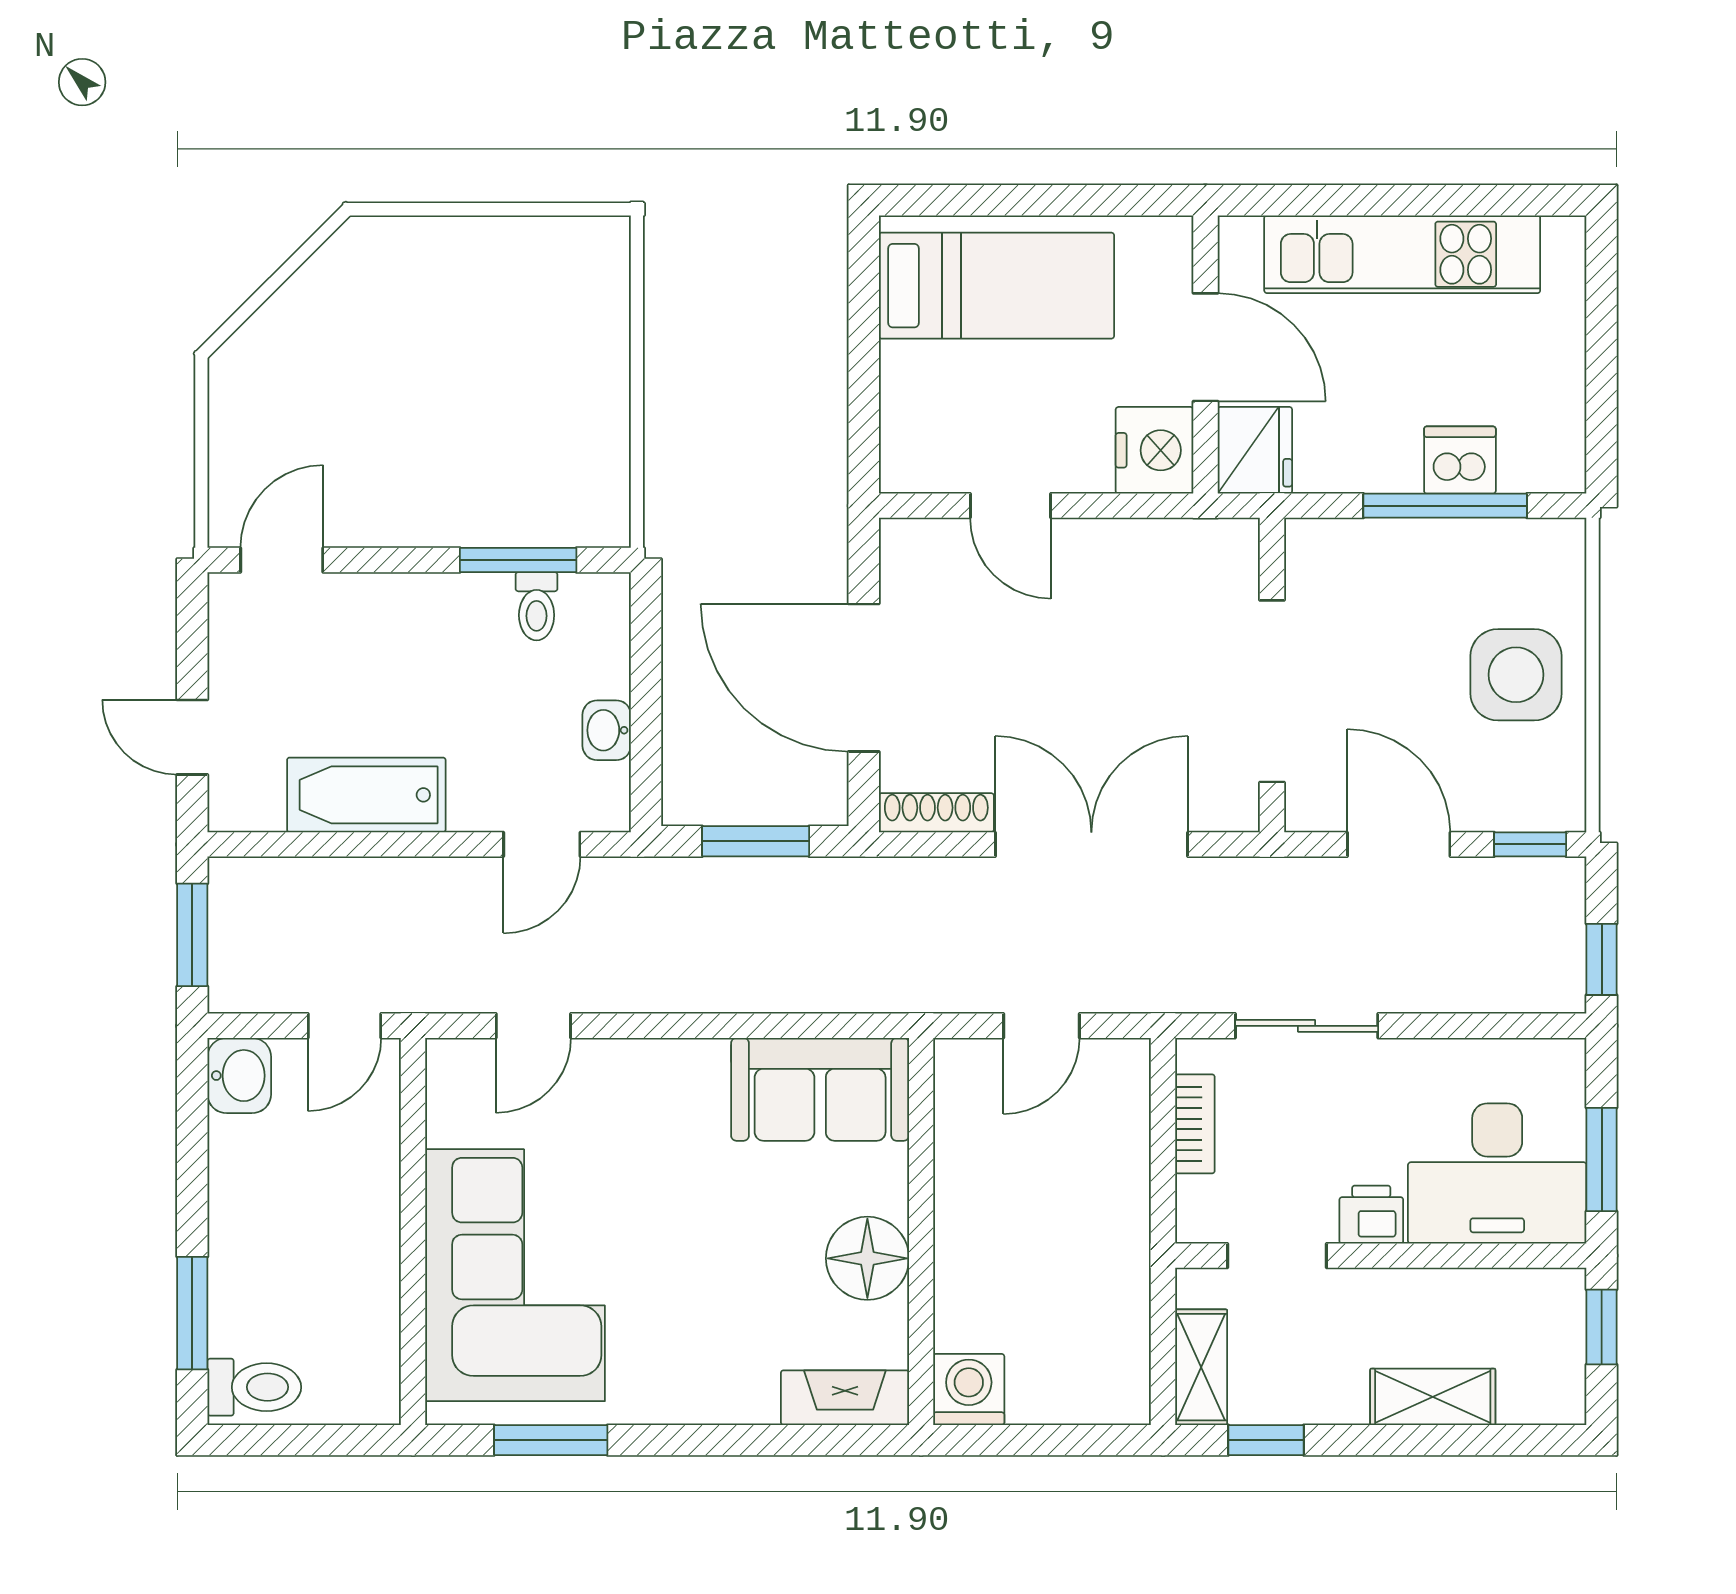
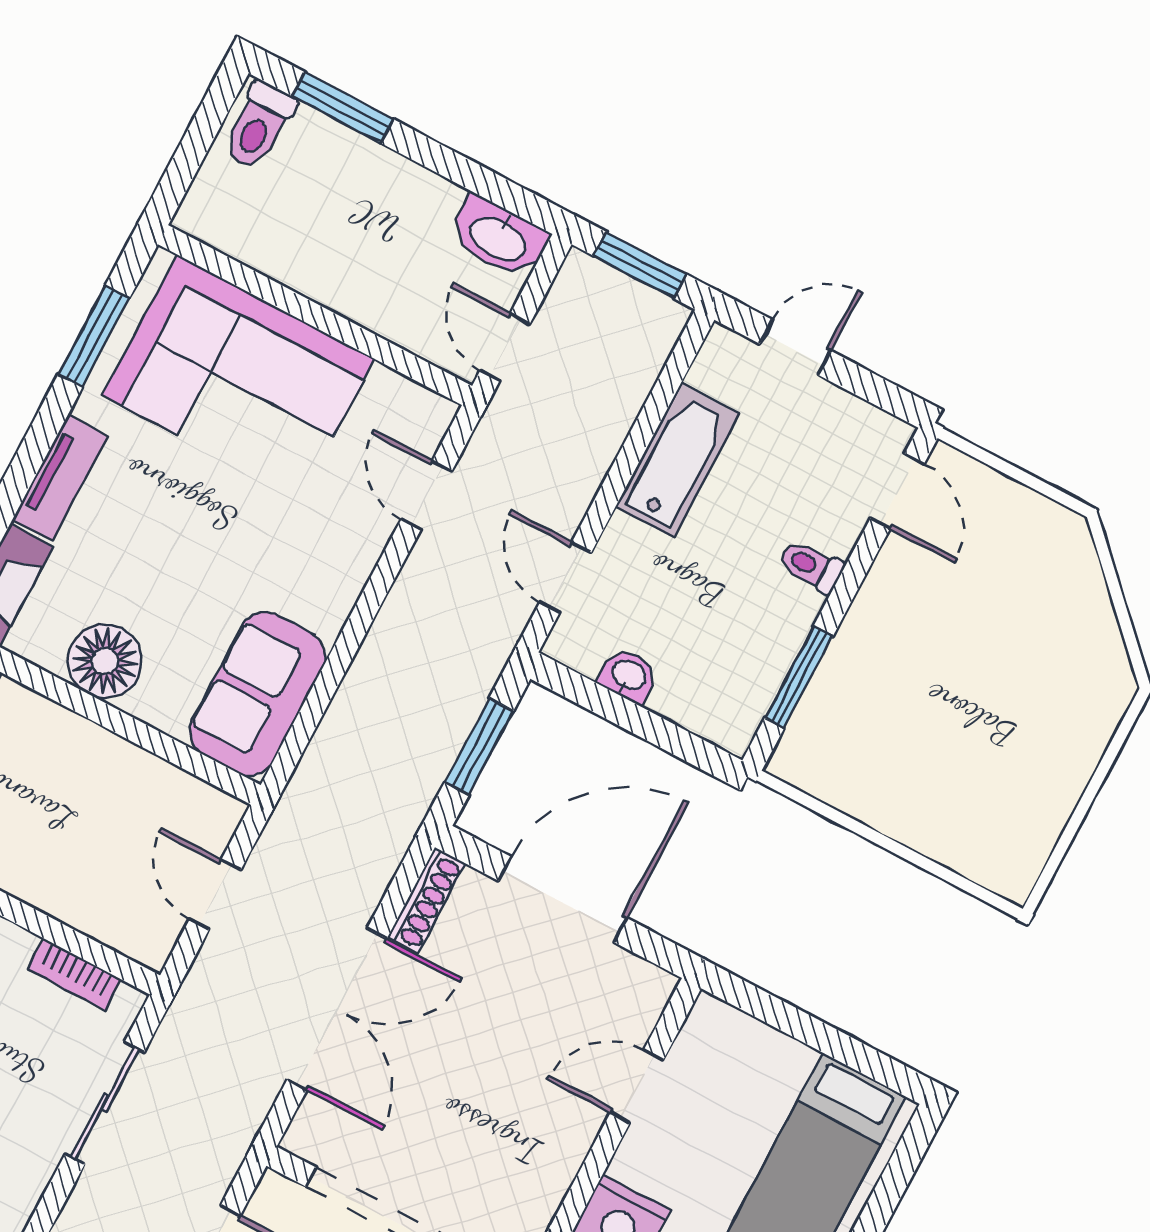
toilet: (537, 606) -> (811, 566), moved
washbasin: (239, 1076) -> (498, 237), width x1.38
tv unit: (709, 1399) -> (60, 478), added

